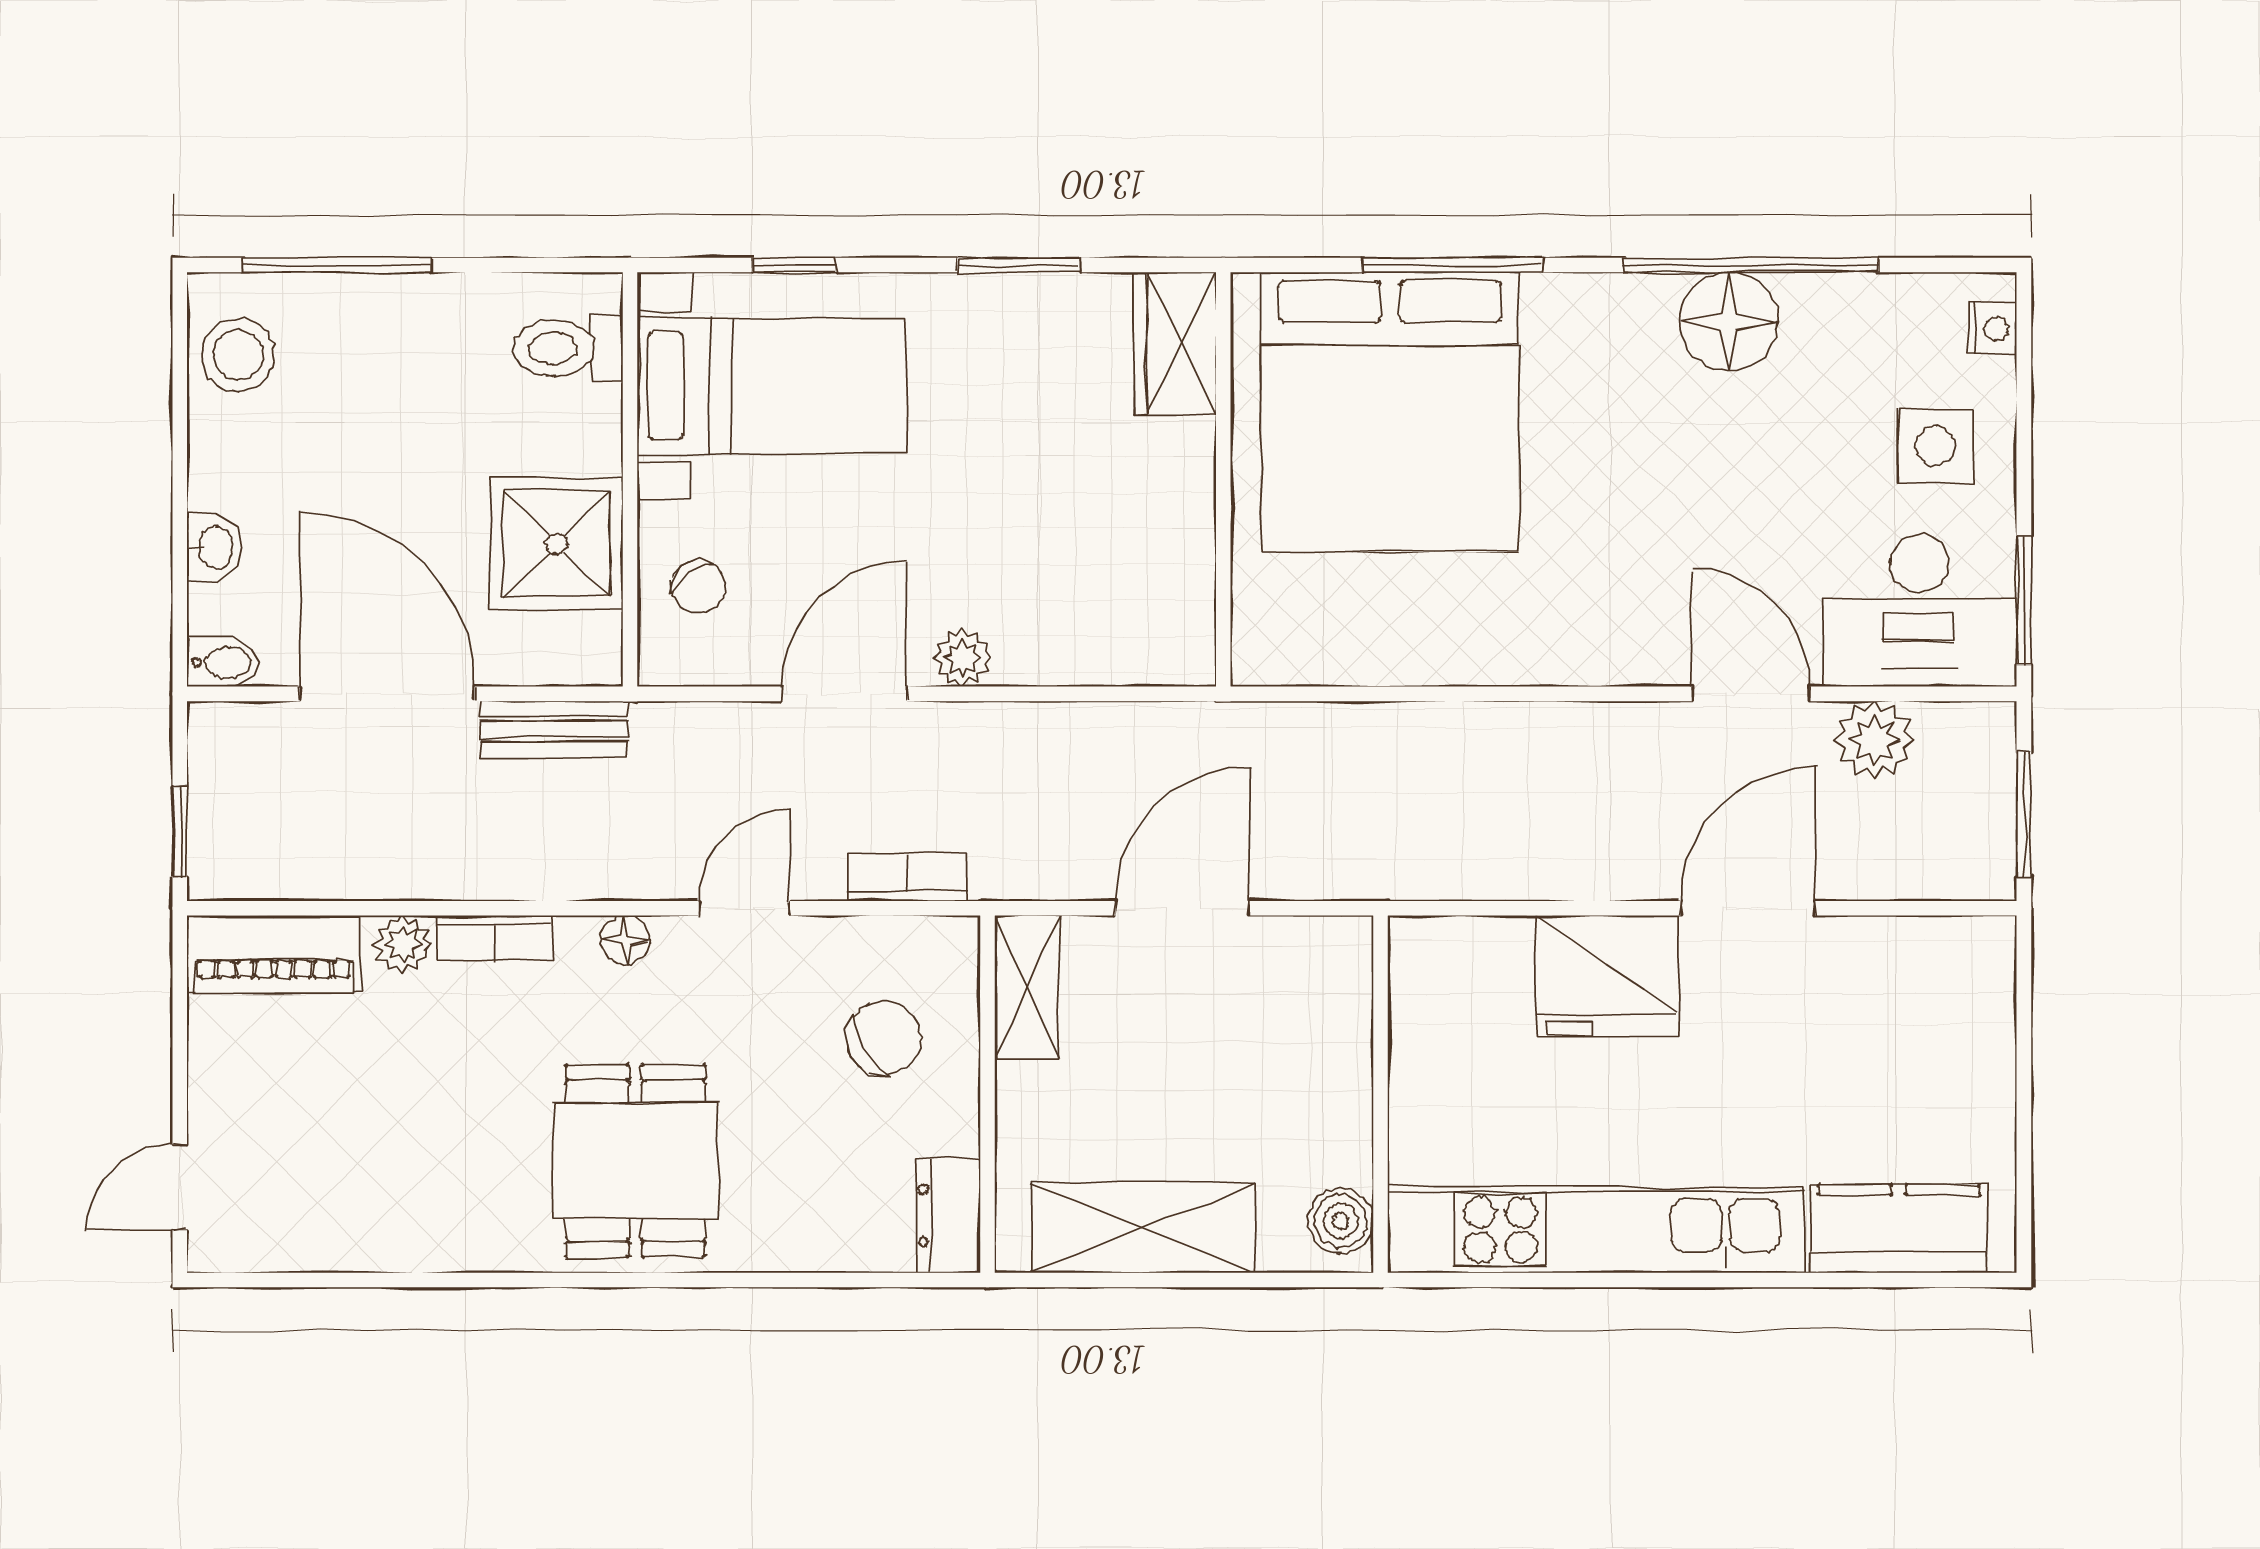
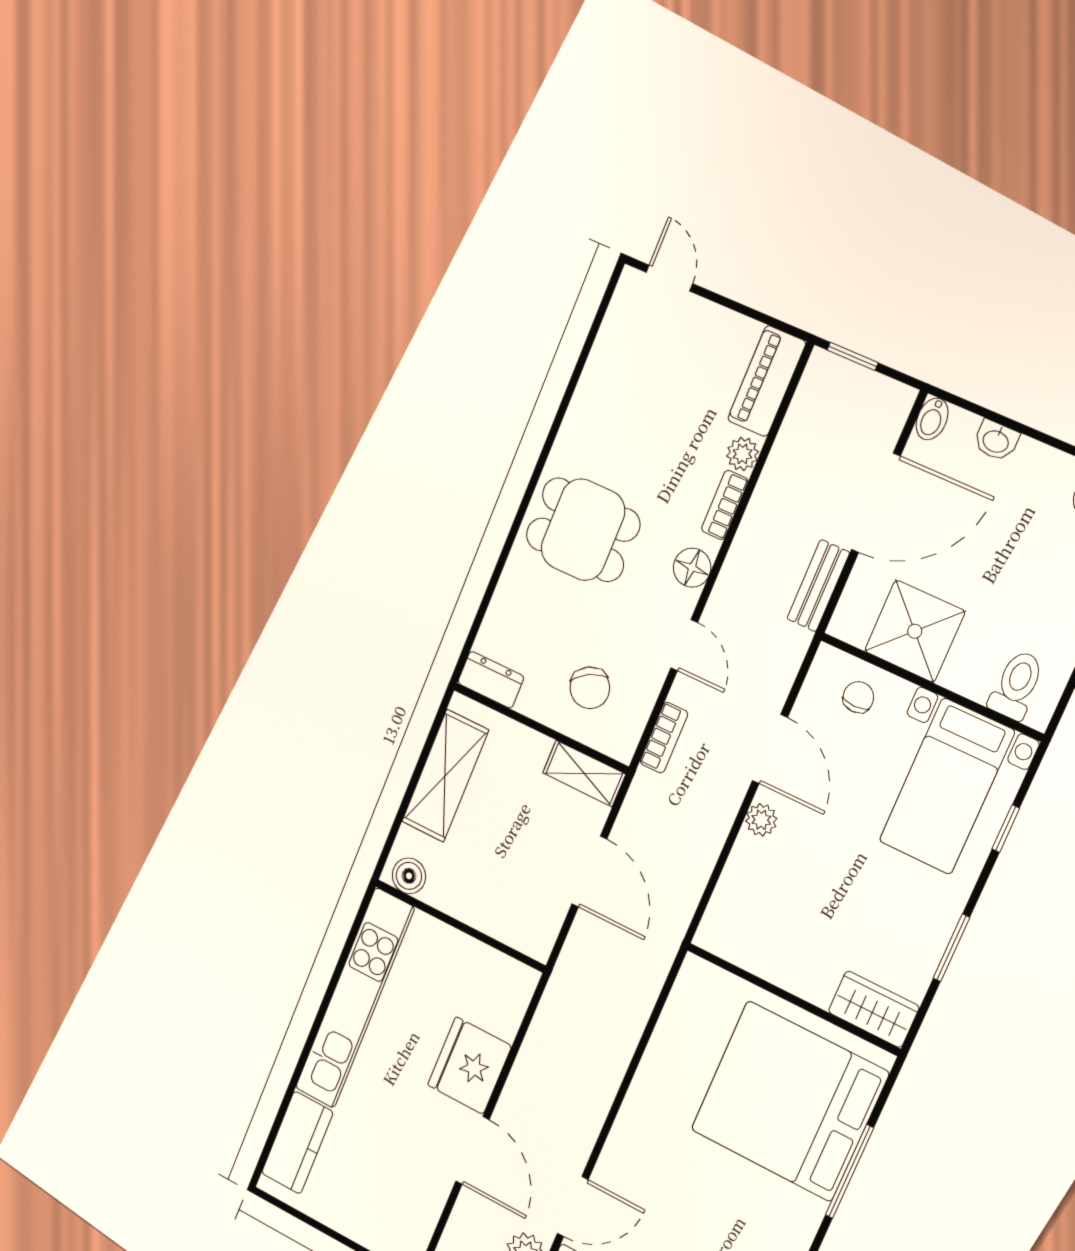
chair: (698, 587) -> (858, 697), turned 127
floor lamp: (625, 940) -> (692, 568), width x1.37, depth x1.37

